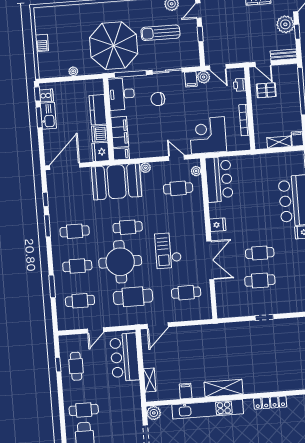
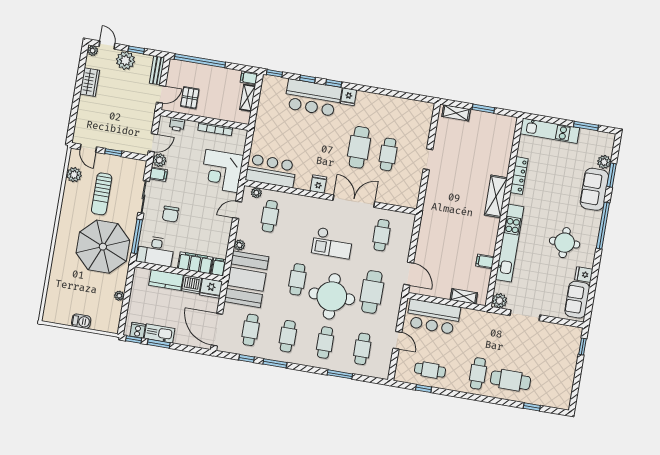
cafe table: (72, 197) -> (251, 330), added
cafe table: (260, 253) -> (359, 147), width x1.37, depth x1.35
shelving: (224, 388) -> (496, 196), moved

